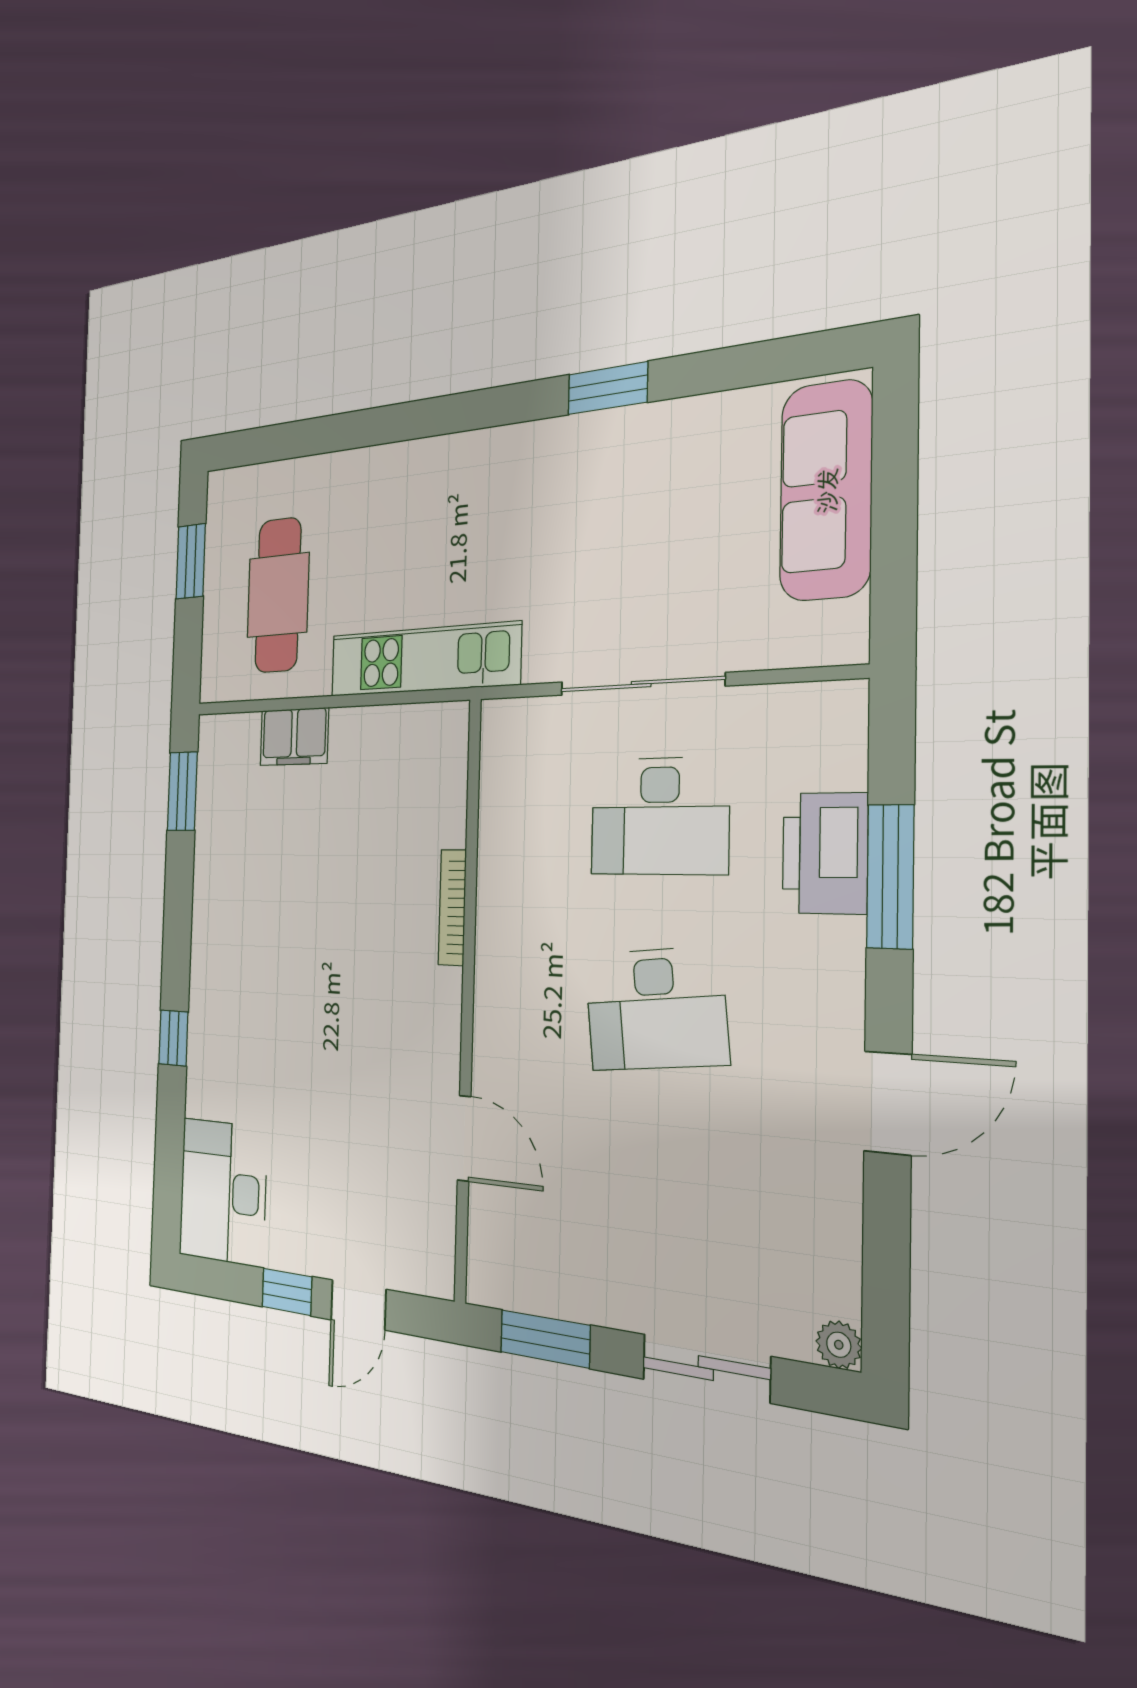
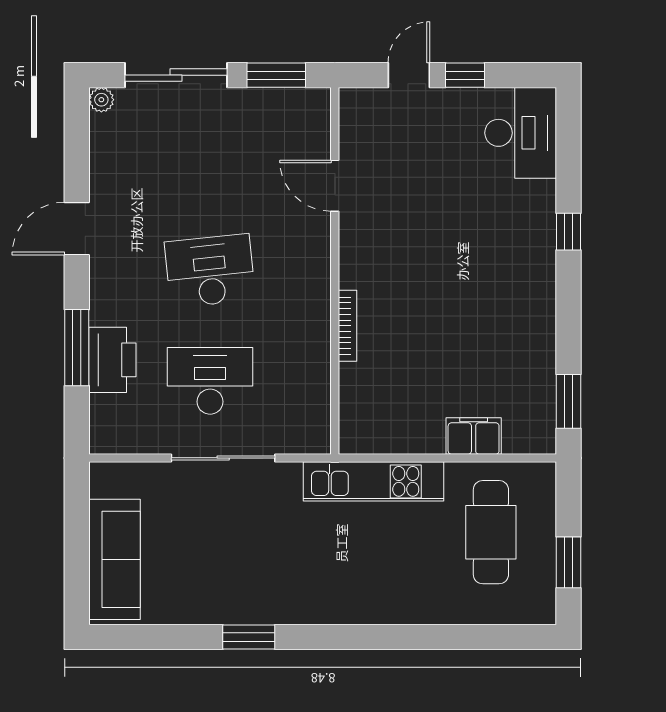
sliding door: (706, 1368) -> (176, 75), width x1.37

